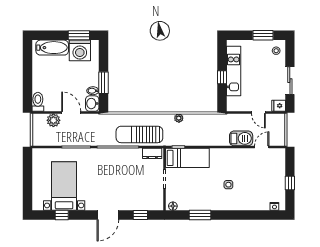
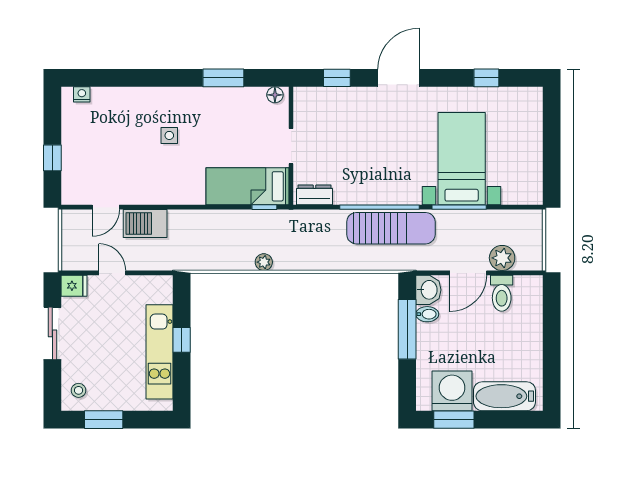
window: (103, 83) -> (407, 329), width x1.44
toilet: (38, 102) -> (502, 293), moved
door: (71, 112) -> (468, 273), hinge flipped
sun lounger: (139, 134) -> (391, 228), moved
window: (290, 183) -> (52, 158), moved
bed with nightstands: (64, 186) -> (462, 159), moved, turned 180

